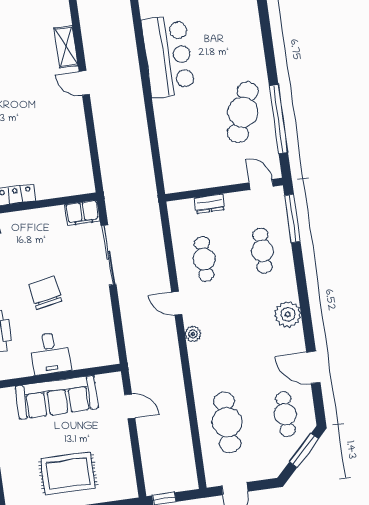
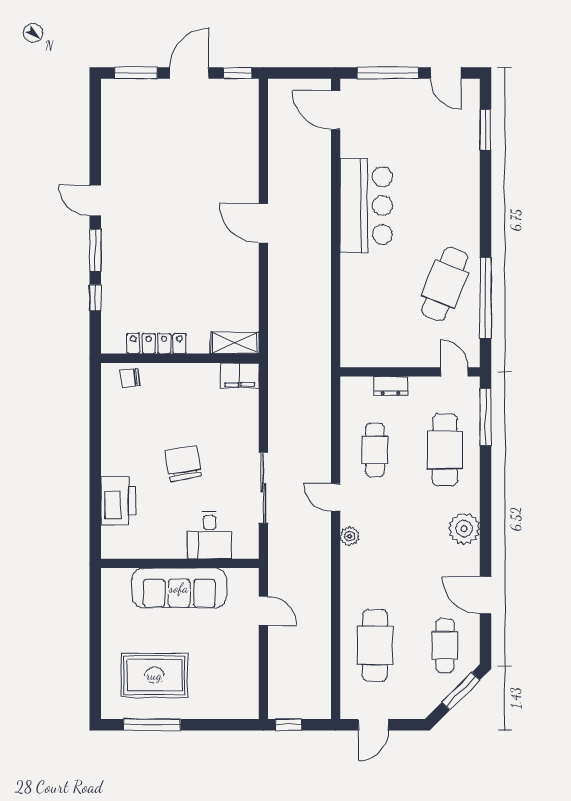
shelving: (66, 47) -> (235, 343), moved, turned 90
door: (84, 83) -> (263, 223), width x1.37
cafe table: (262, 251) -> (445, 450), width x1.37, depth x1.35
sliding door: (108, 255) -> (263, 488), moved
desk: (50, 353) -> (210, 535), moved
rug: (68, 473) -> (154, 675), moved

